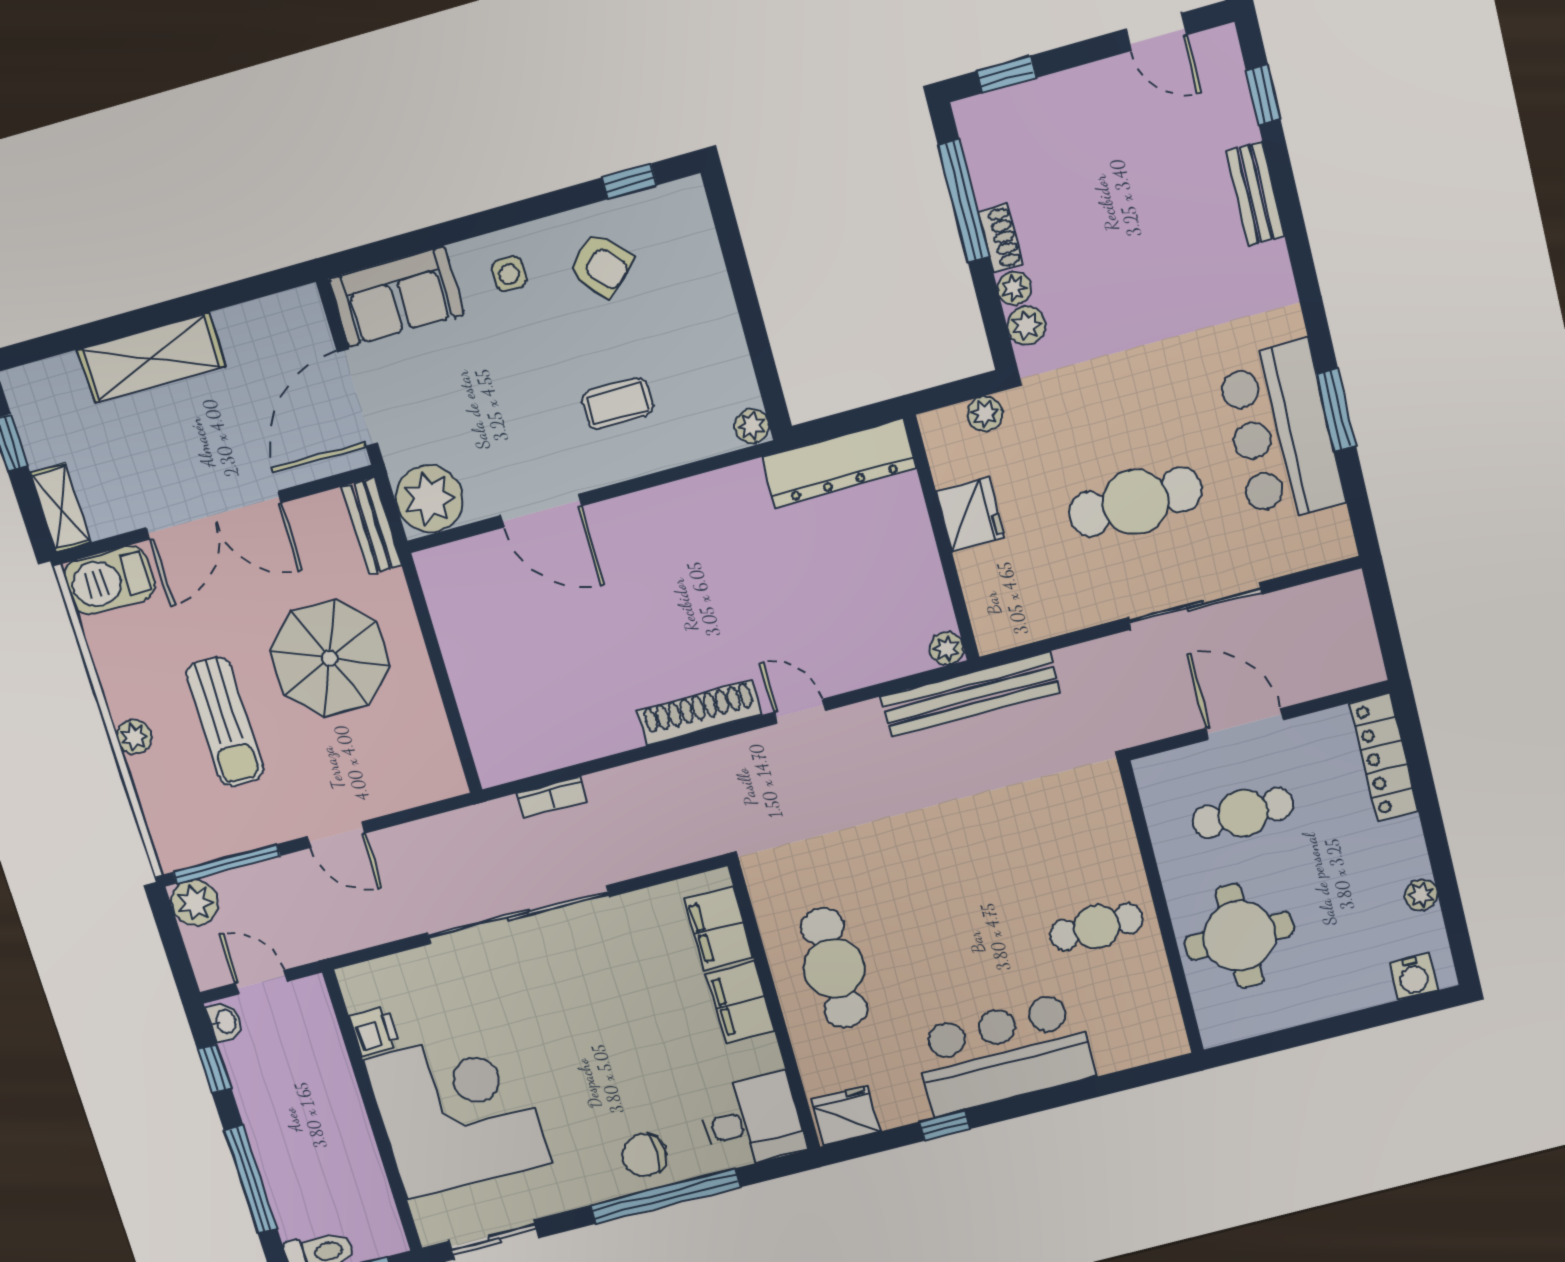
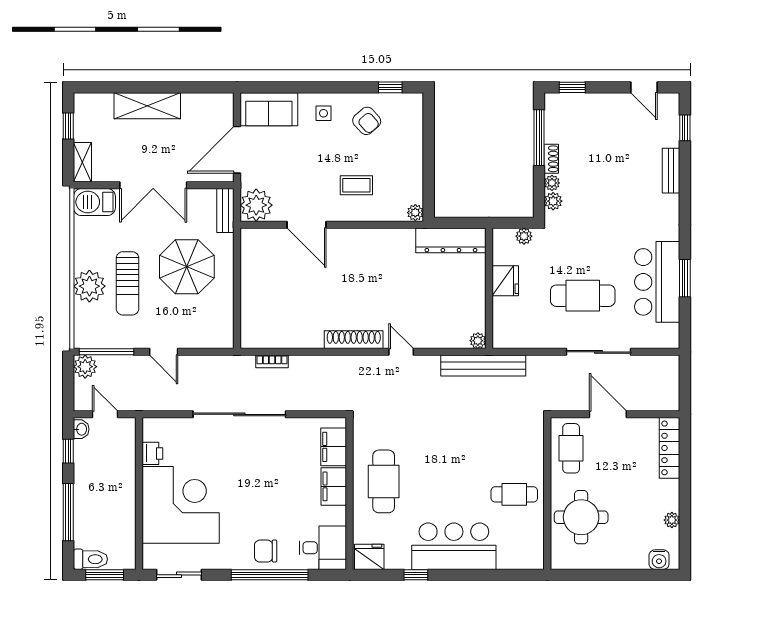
plant: (134, 737) -> (89, 286), width x1.88, depth x1.88
cafe table: (1243, 813) -> (571, 448), moved, turned 90

